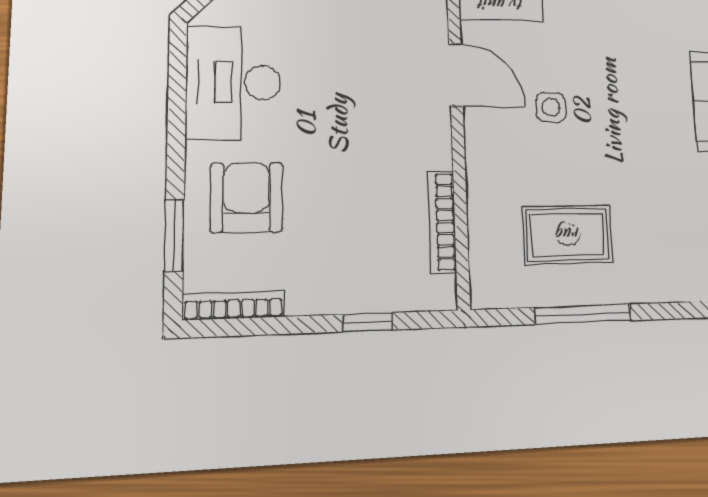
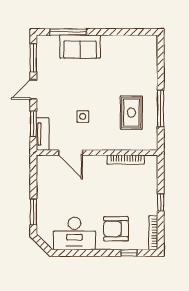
door: (456, 75) -> (71, 153), swing flipped
window: (174, 236) -> (129, 253), width x0.67
window: (367, 322) -> (161, 202), moved

